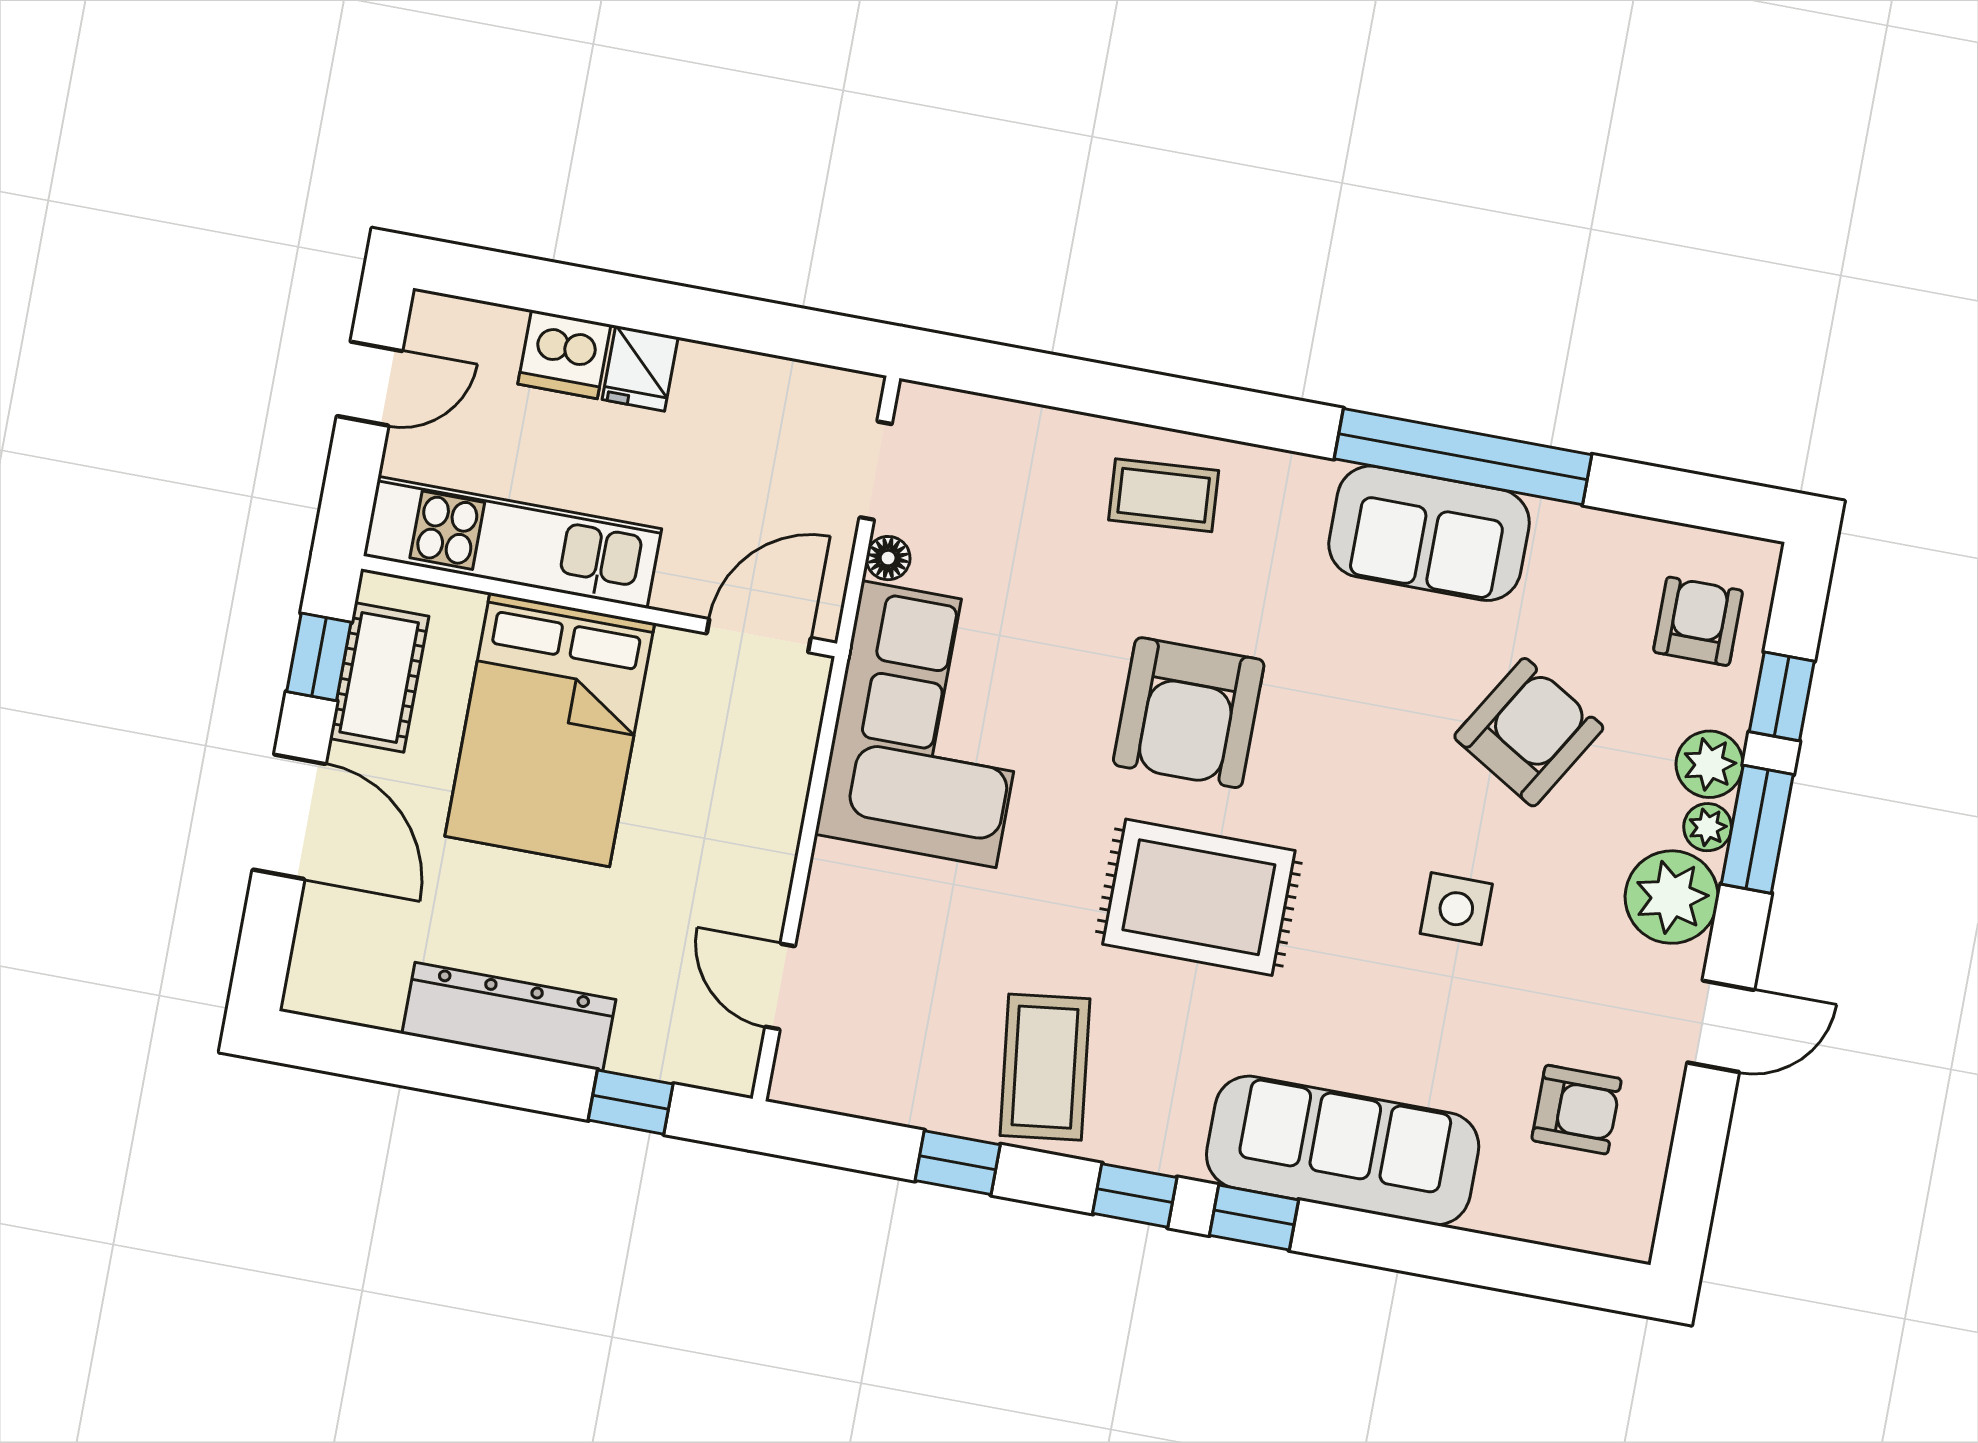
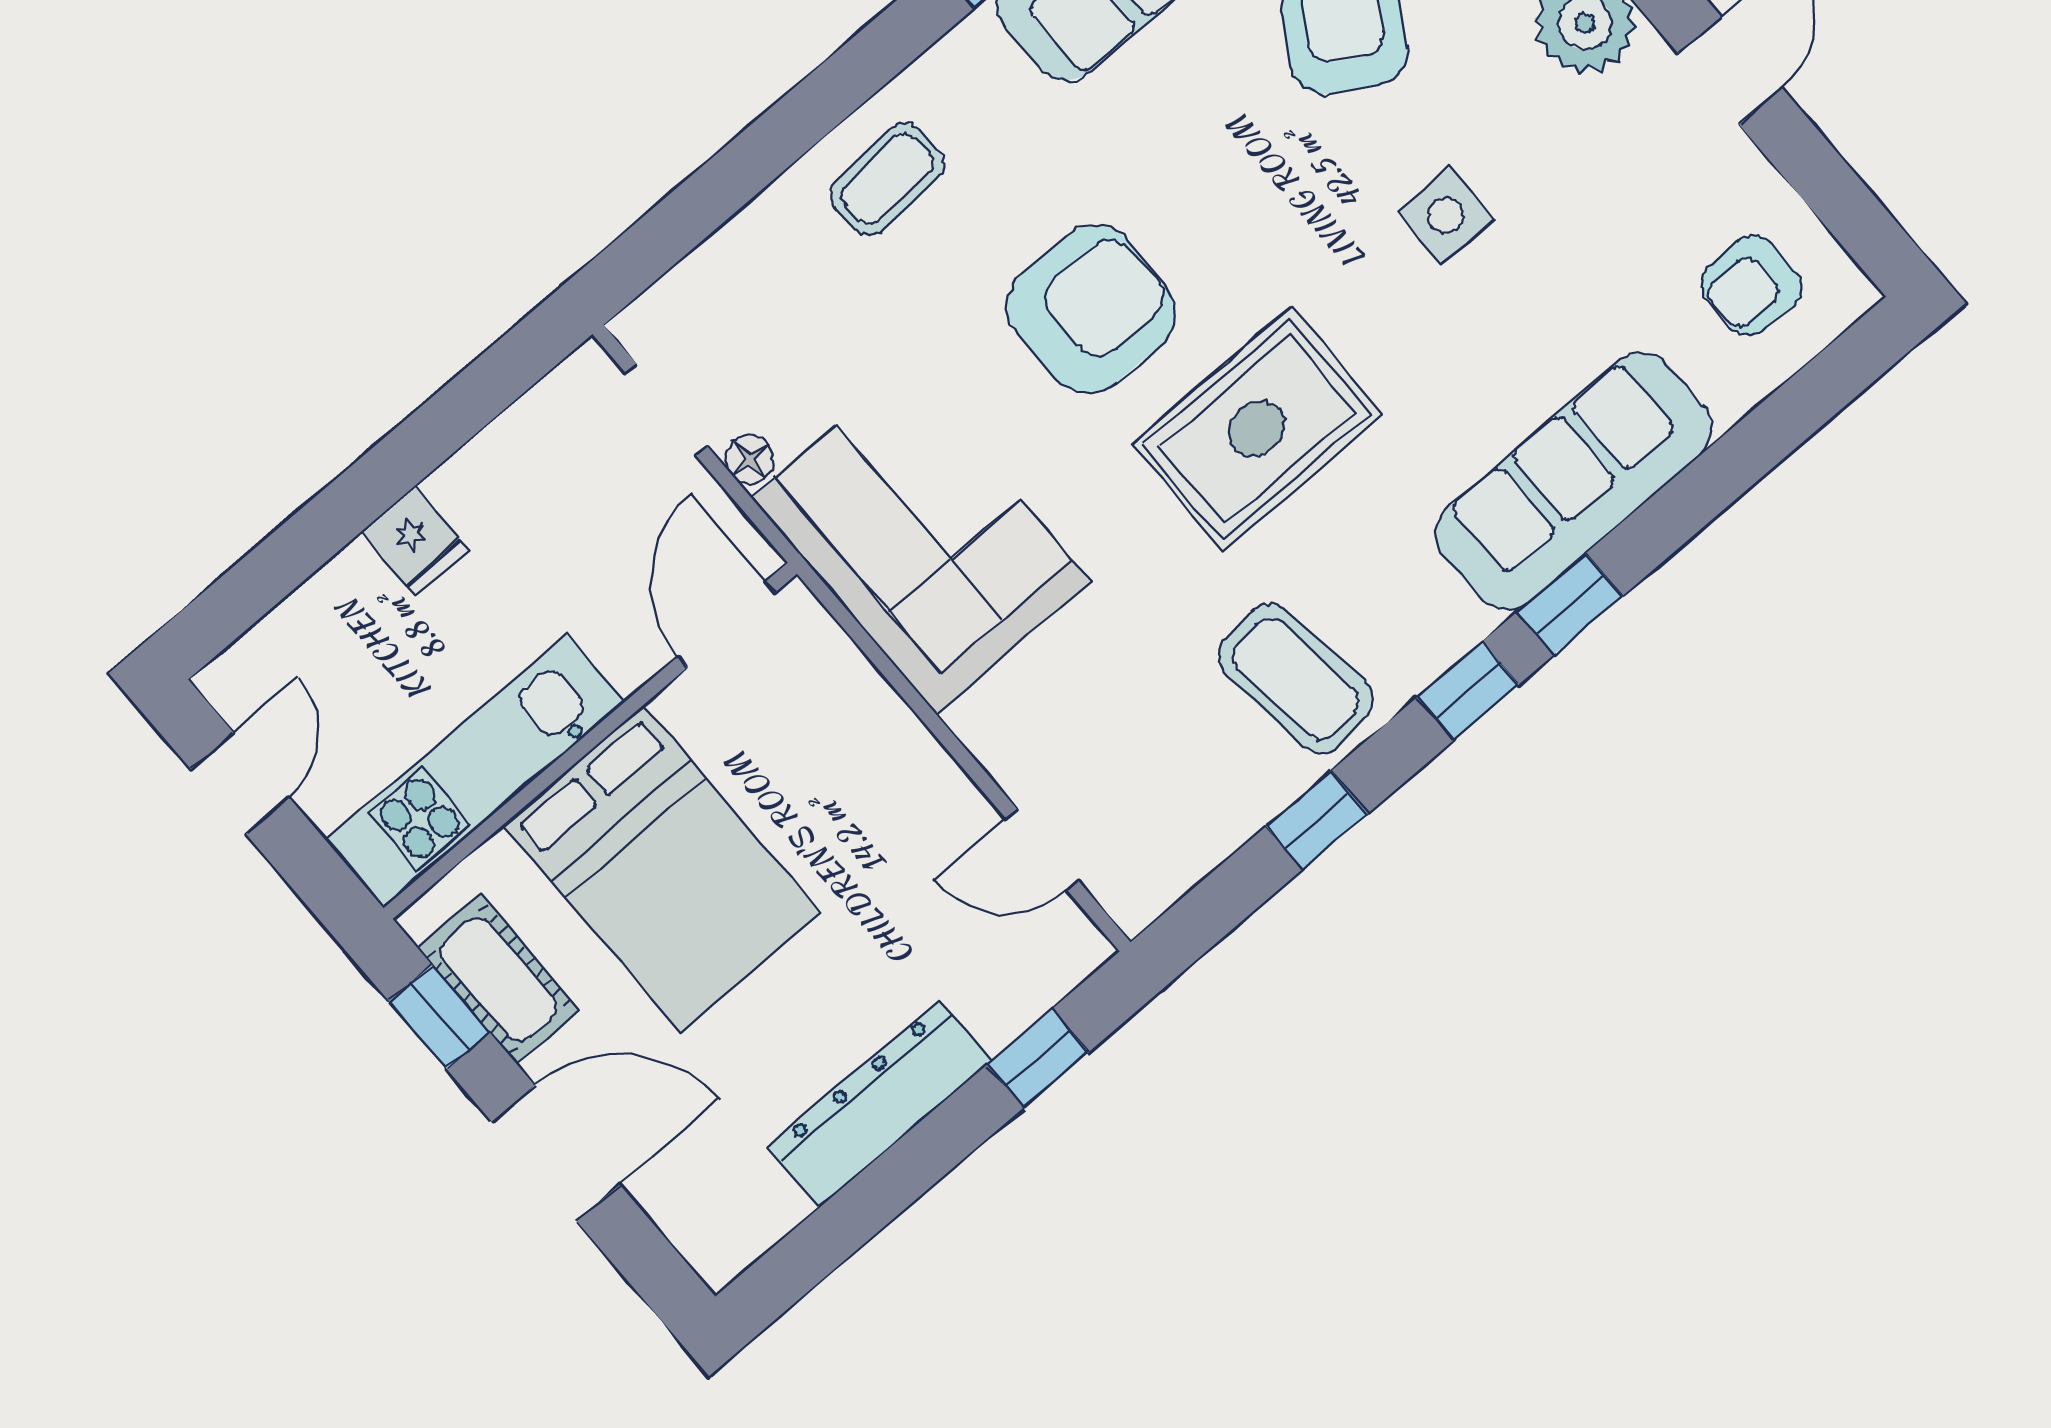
dishwasher: (564, 354) -> (350, 596), removed
armchair: (1189, 713) -> (1091, 309), turned -90
armchair: (1576, 1110) -> (1751, 285), moved, turned 180

